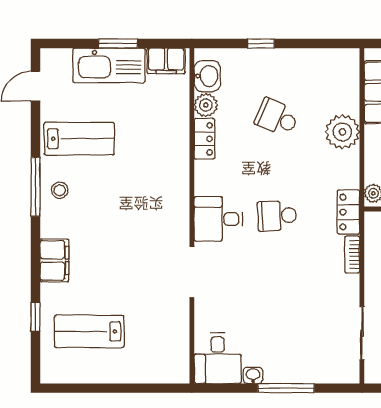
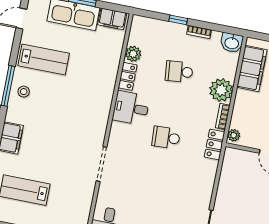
bookcase: (294, 55) -> (199, 32), added
washbasin: (207, 76) -> (232, 43), moved, turned 90
school desk: (277, 118) -> (179, 72), turned -30
desk: (218, 219) -> (131, 108), moved
bookcase: (352, 255) -> (223, 117), moved

